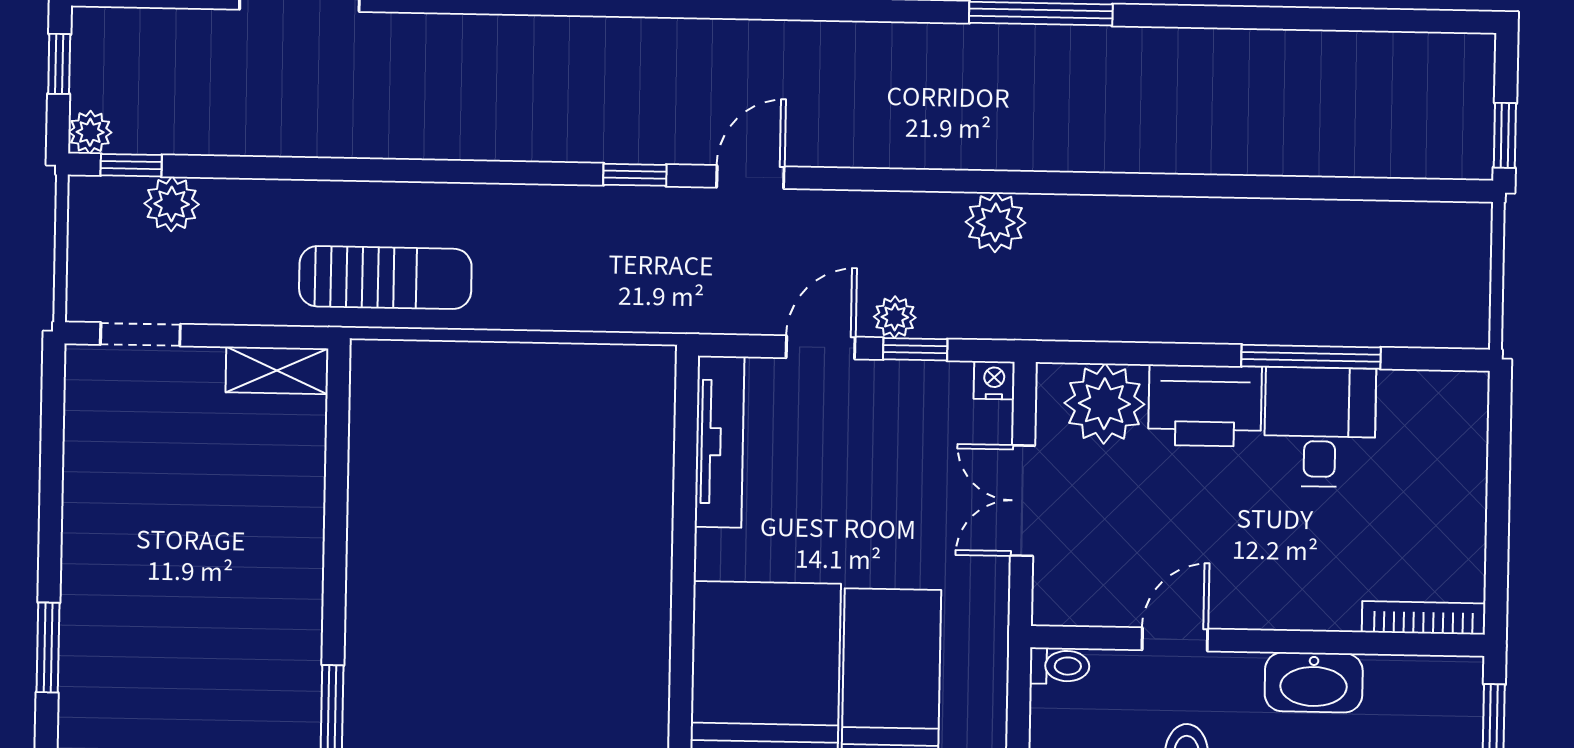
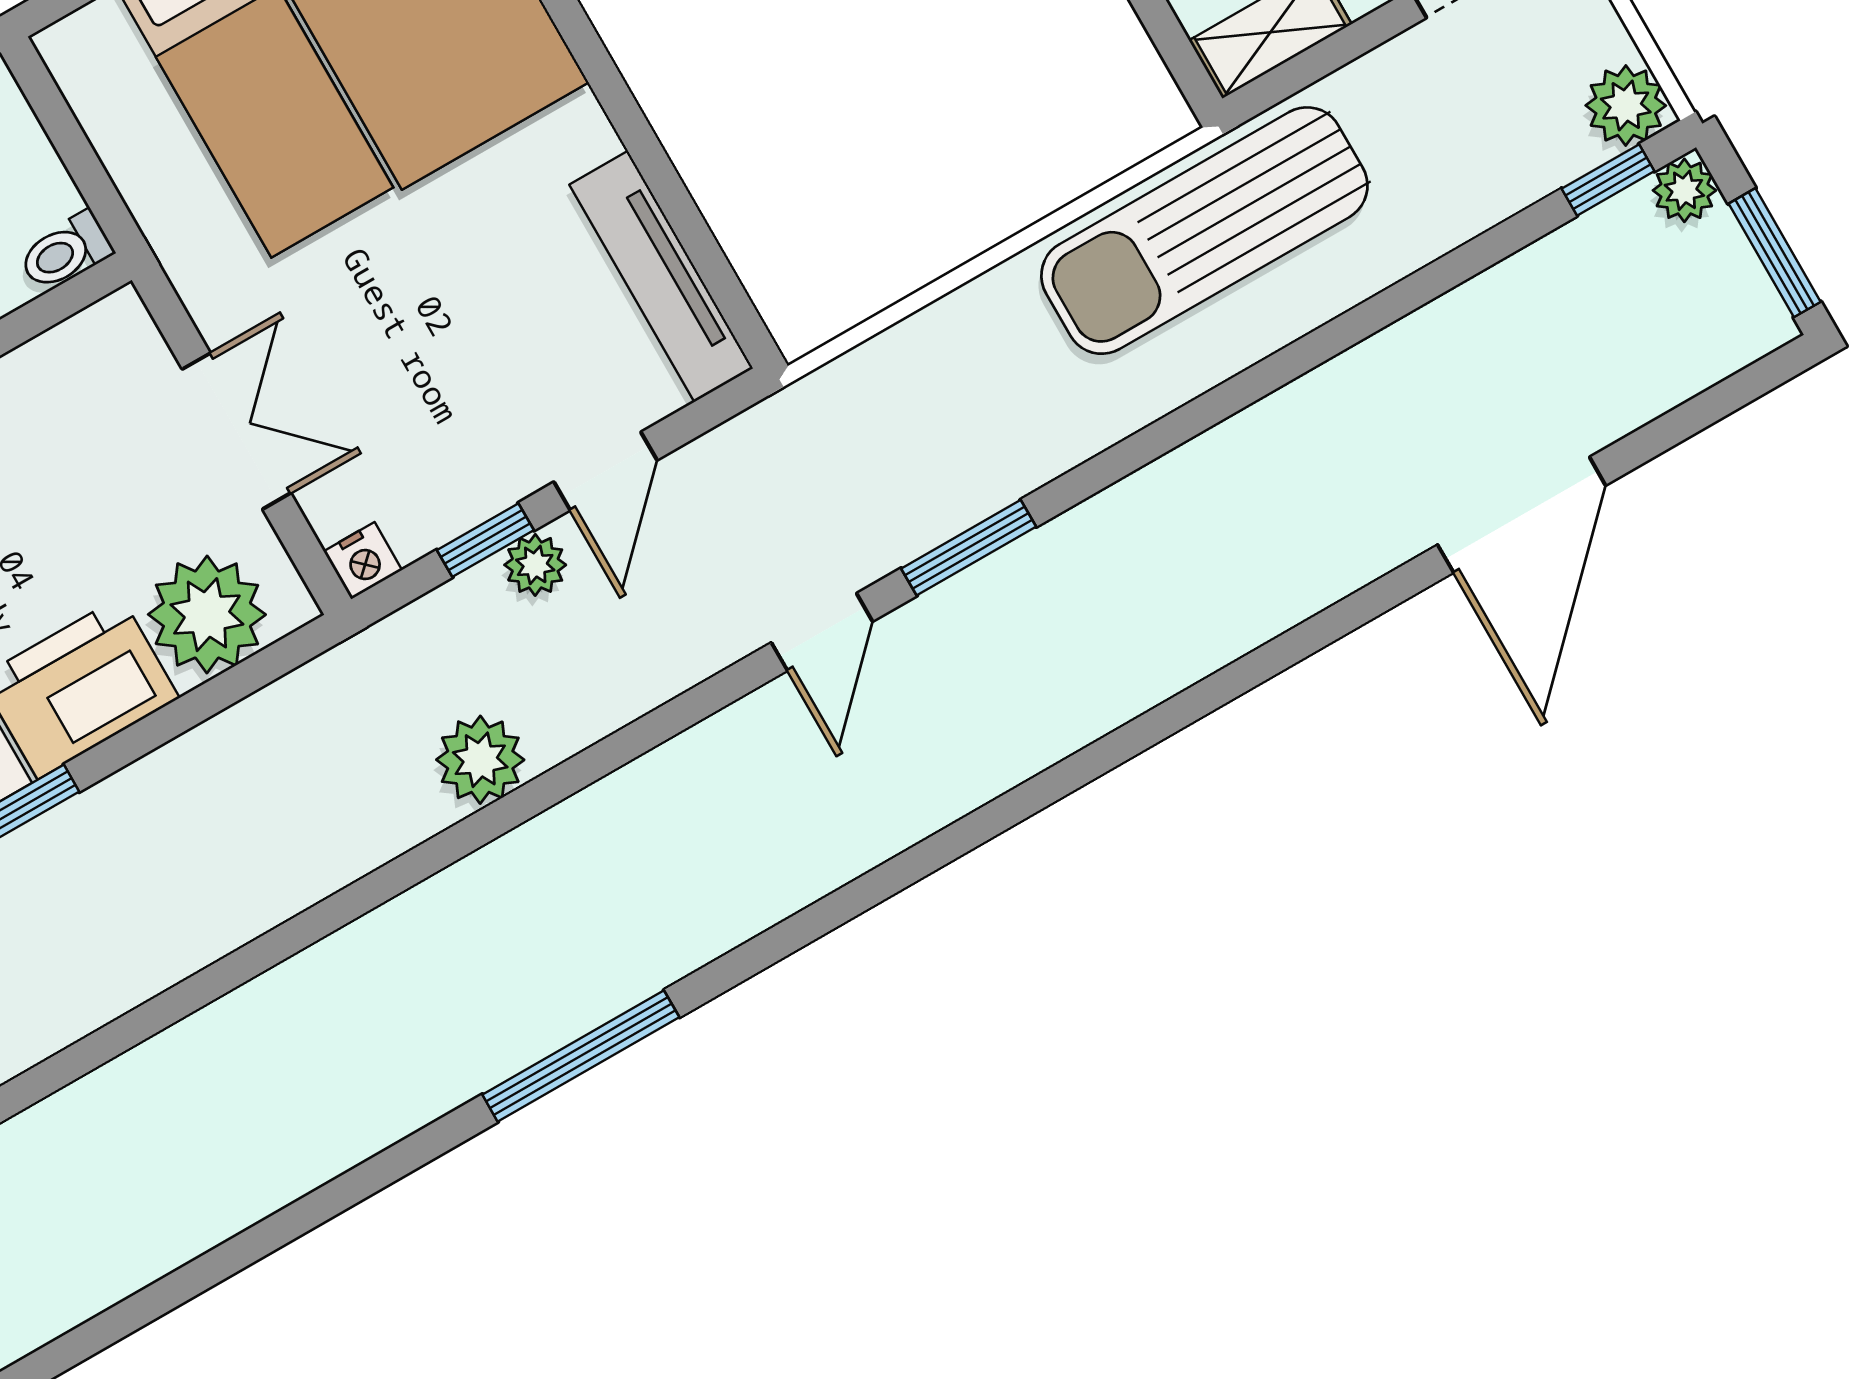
window: (59, 64) -> (1775, 253), width x1.50
window: (635, 175) -> (969, 548), width x1.50
plant: (172, 204) -> (1626, 105), moved
sun lounger: (385, 278) -> (1204, 231), width x1.36, depth x1.34

